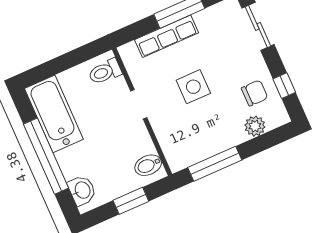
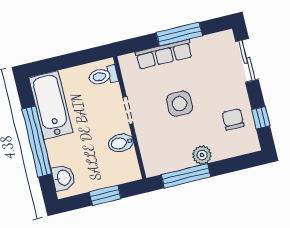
chair: (255, 93) -> (233, 119), turned -90
plant: (255, 126) -> (202, 155), moved
bidet: (148, 165) -> (121, 143), moved

